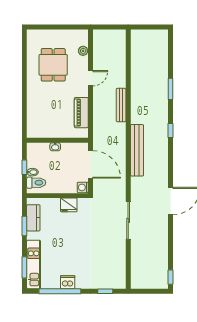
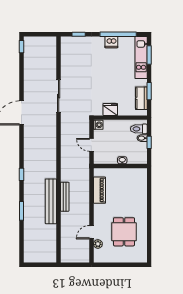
door: (90, 78) -> (91, 232), moved
bench: (137, 150) -> (51, 201), moved
door: (90, 164) -> (91, 145), width x0.53

